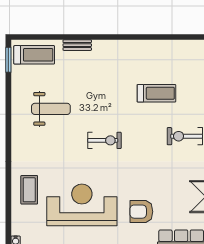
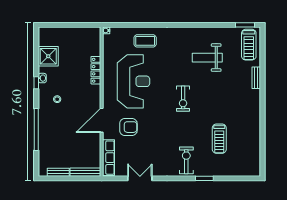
weight bench: (51, 109) -> (207, 58), turned 90
armchair: (141, 212) -> (128, 127), turned 90

